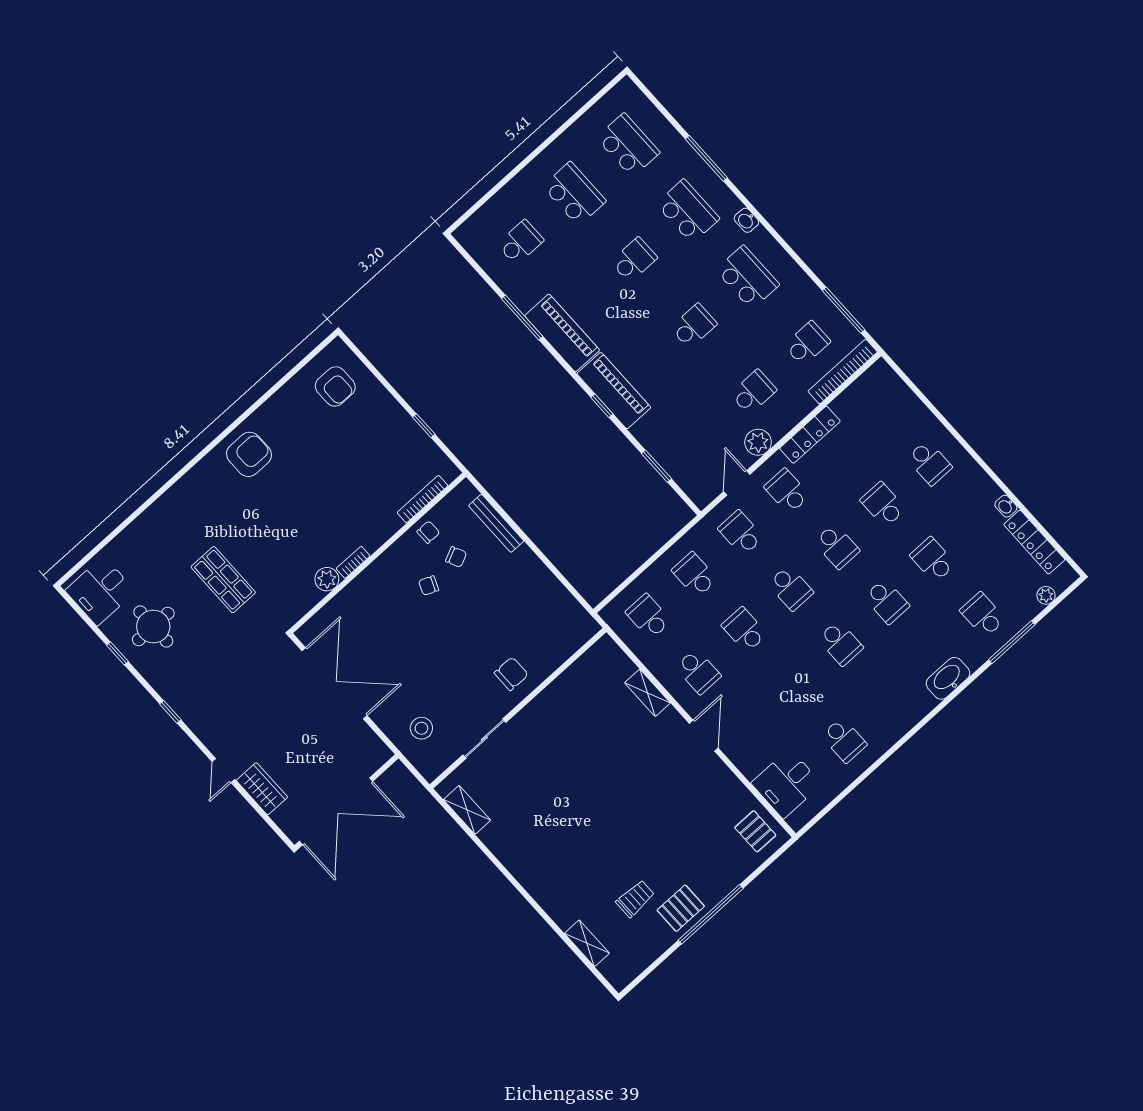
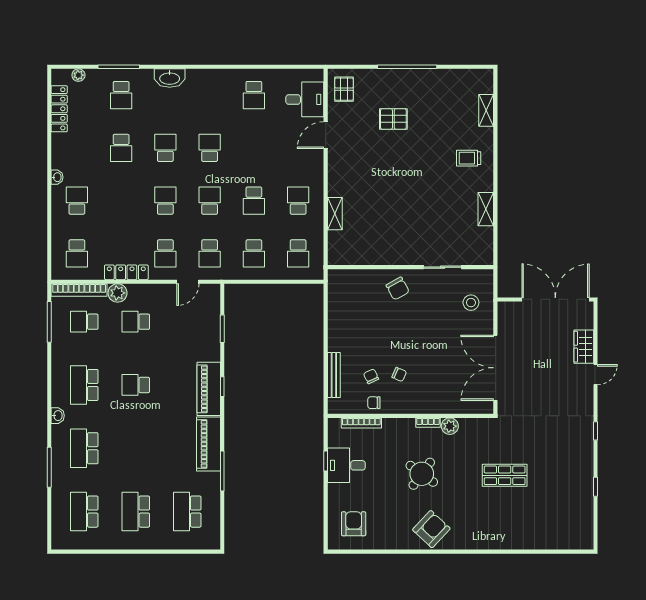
school desk: (520, 242) -> (187, 512), width x1.85
school desk: (634, 260) -> (136, 448), removed
plant: (758, 442) -> (118, 293), moved
armchair: (249, 454) -> (431, 529), turned 133
school desk: (883, 505) -> (77, 253), moved
washbasin: (1006, 506) -> (57, 177), moved
shop shelf: (223, 580) -> (505, 475), turned 90
desk: (100, 591) -> (346, 465), moved, turned 180
round table: (153, 627) -> (422, 474), moved, turned 36
chair: (511, 674) -> (398, 289), turned -119
door: (704, 736) -> (326, 135), moved
school desk: (844, 740) -> (254, 95), turned 180
shelving: (467, 810) -> (486, 209), moved
trolley: (635, 899) -> (469, 158), moved
pallet: (681, 908) -> (393, 119), moved

